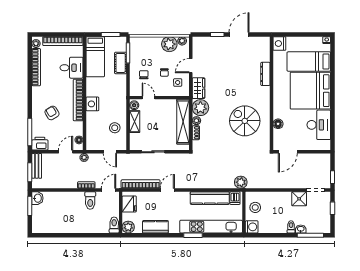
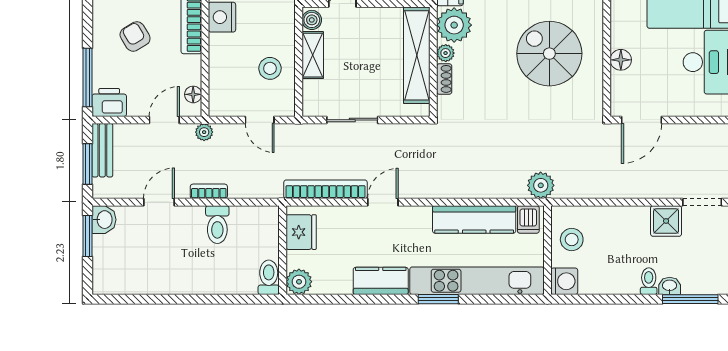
door: (109, 190) -> (159, 202), moved
kitchen counter: (155, 227) -> (381, 281), moved

